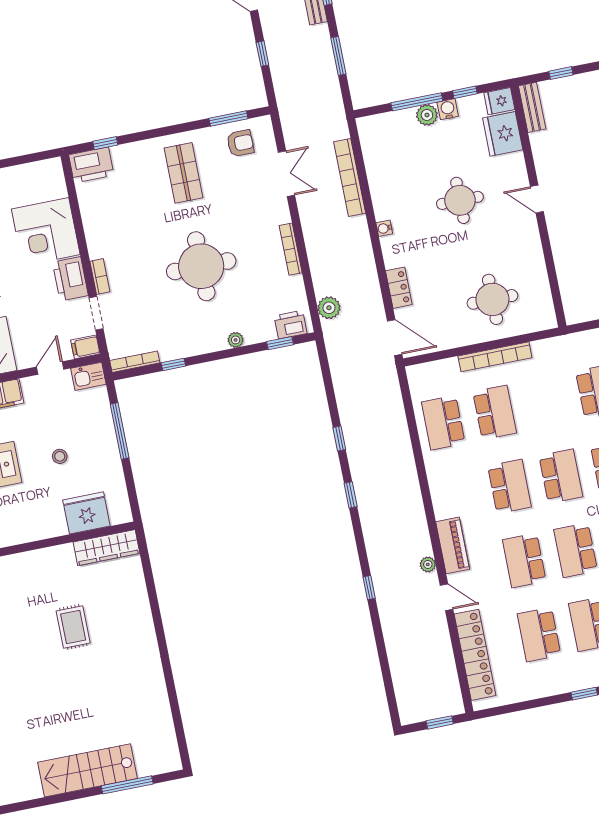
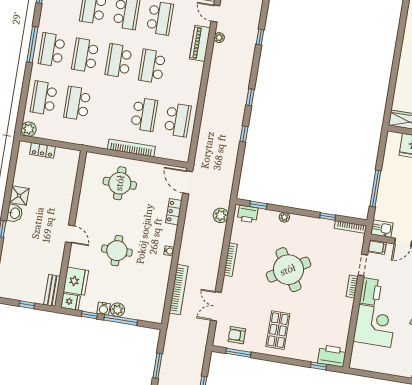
round table: (201, 266) -> (288, 270), turned -31
school desk: (495, 412) -> (144, 114), turned 180

